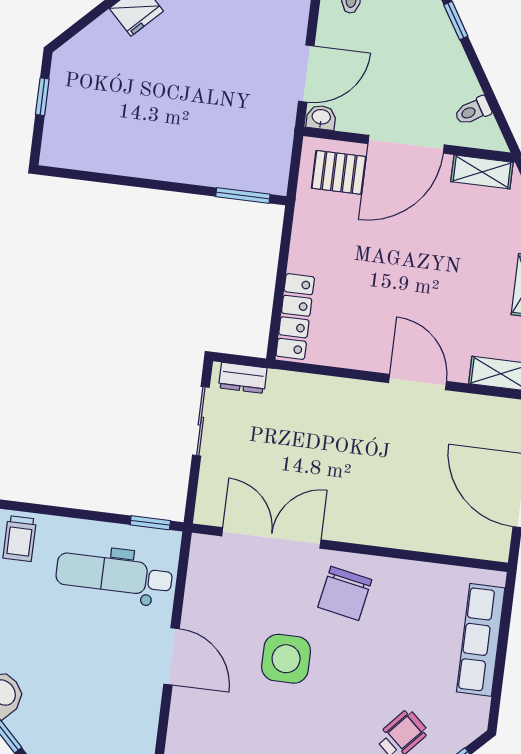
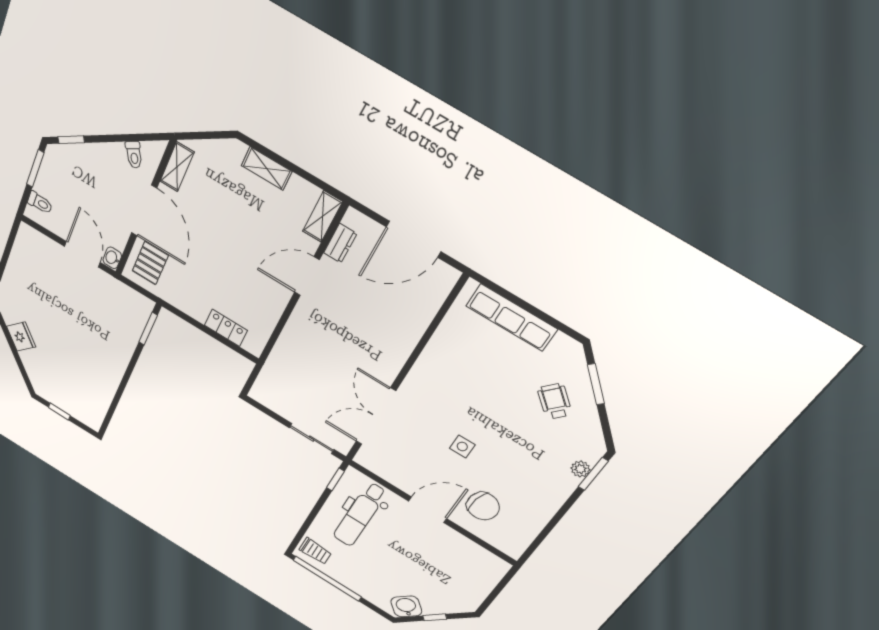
locker: (295, 317) -> (226, 328), width x0.66
dresser: (243, 378) -> (340, 243), moved
sliding door: (201, 421) -> (312, 439), moved
chair: (345, 593) -> (483, 506), moved
side table: (286, 659) -> (462, 446), width x0.54, depth x0.54

